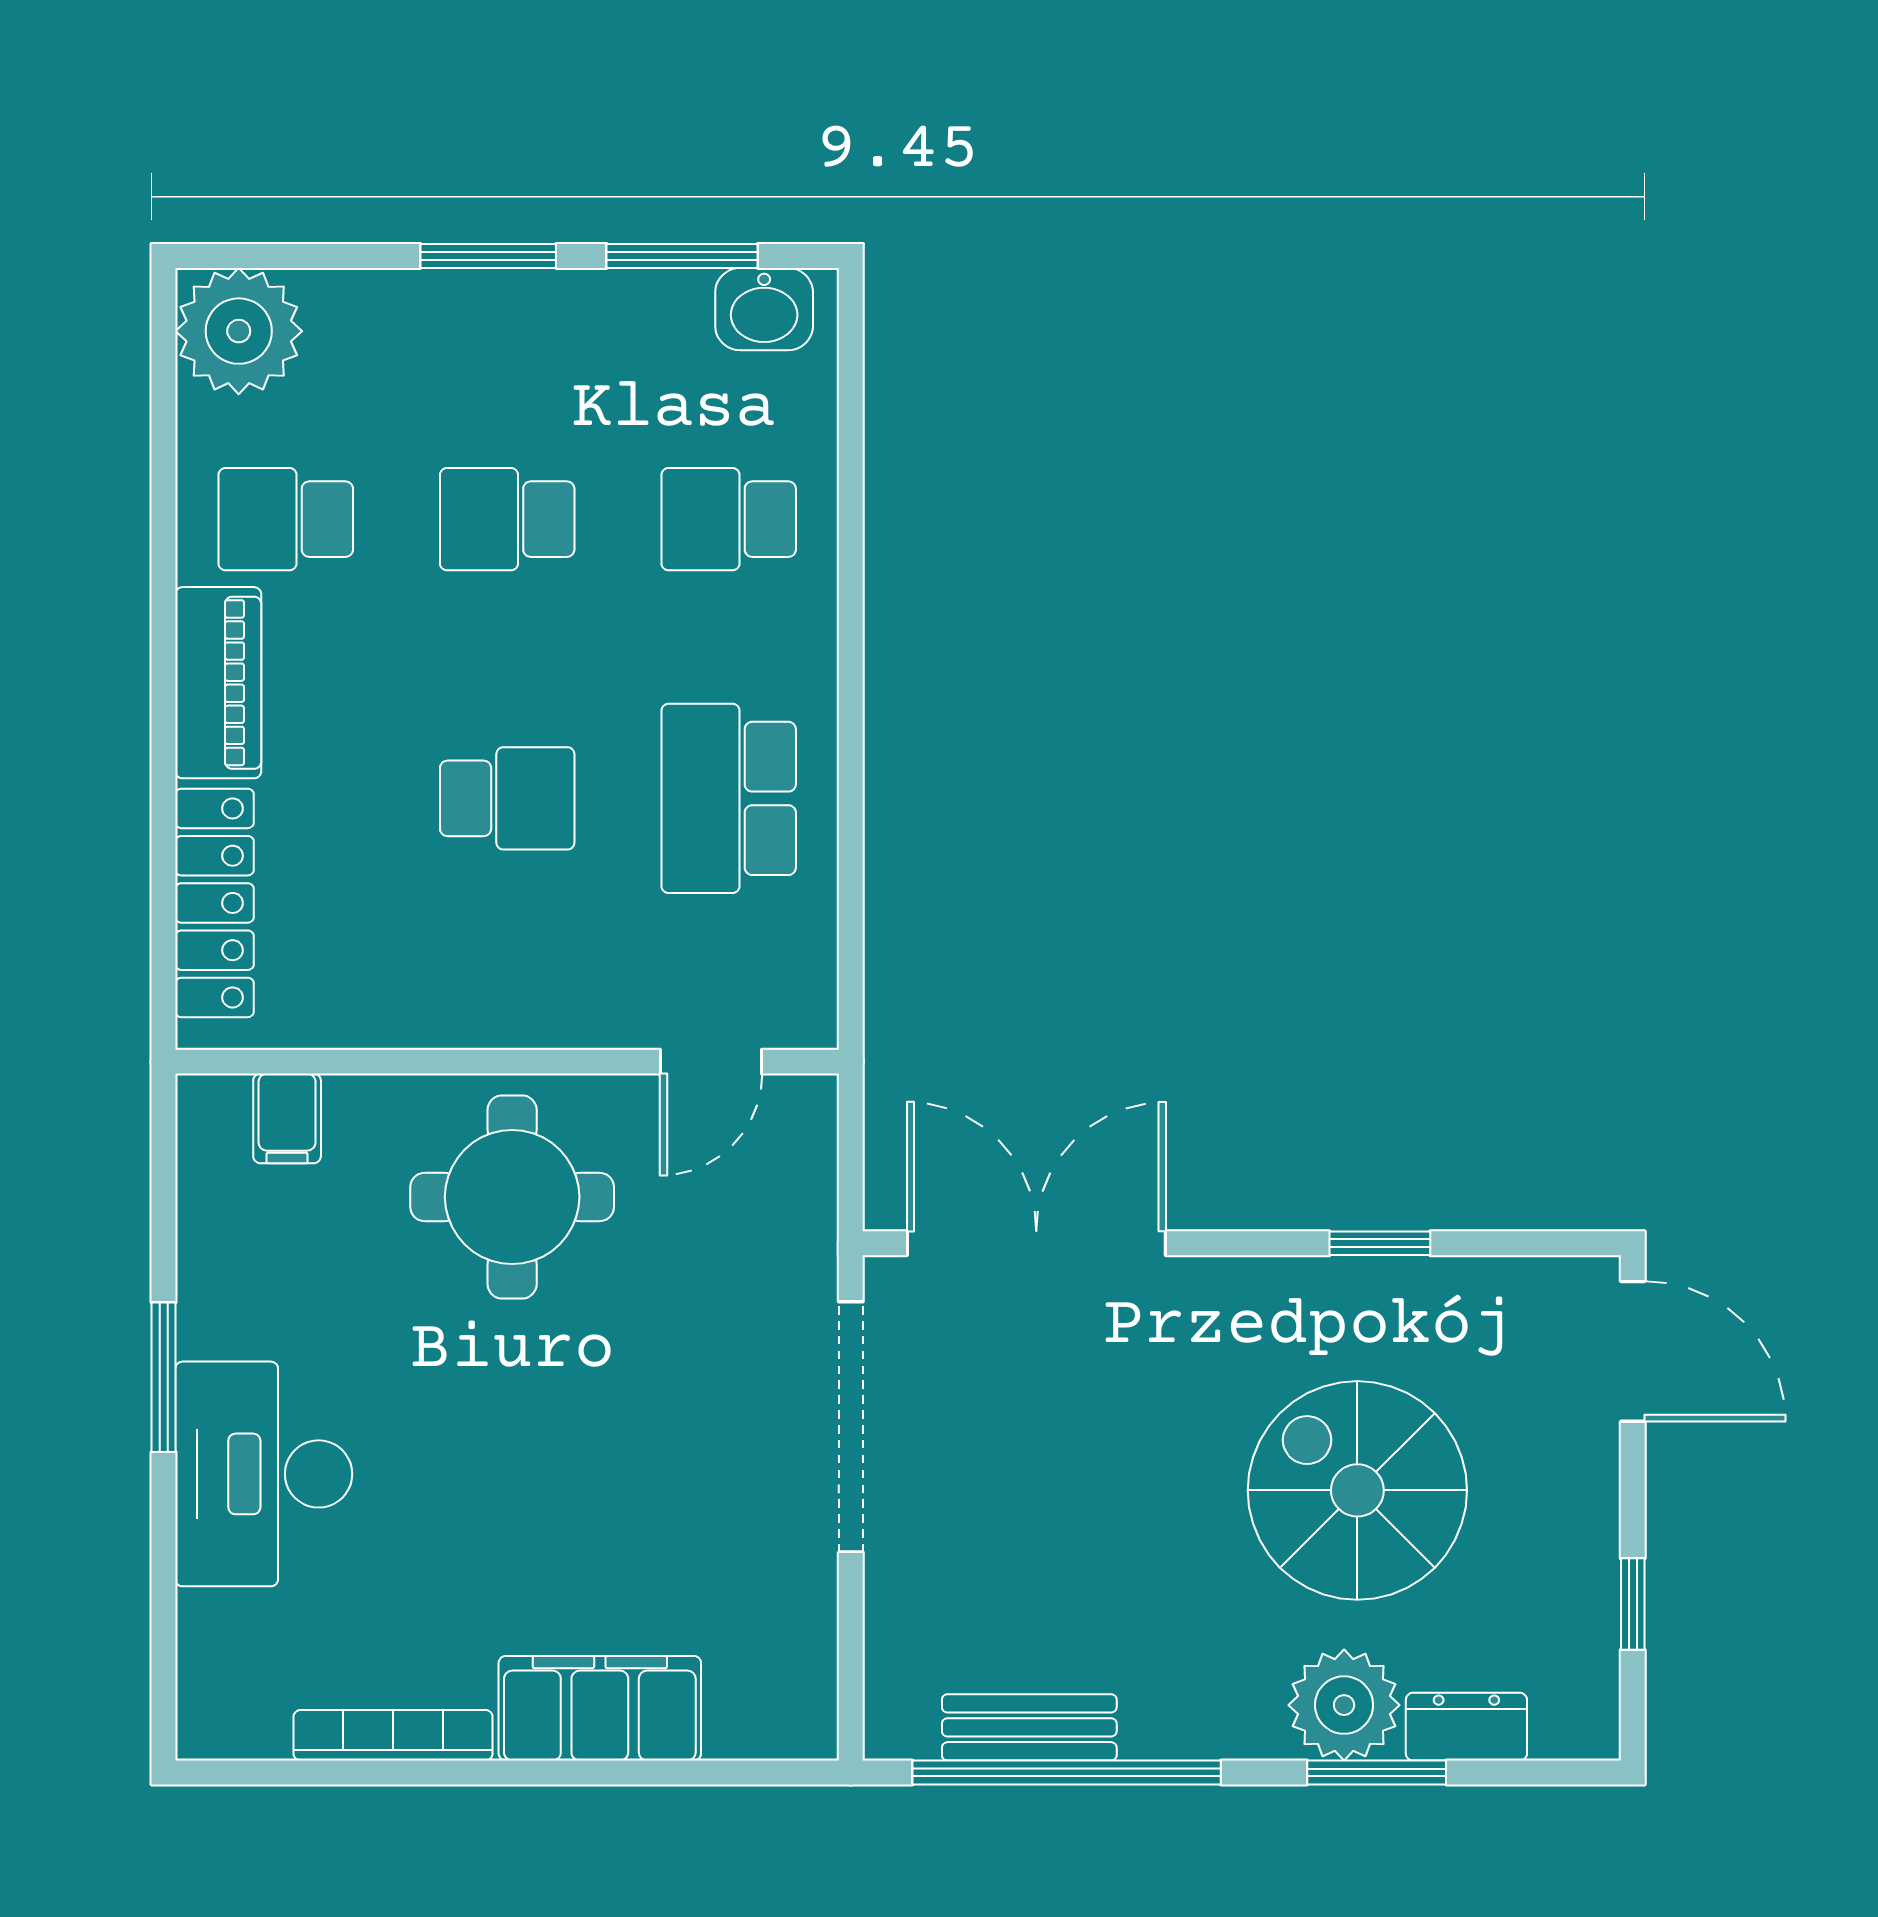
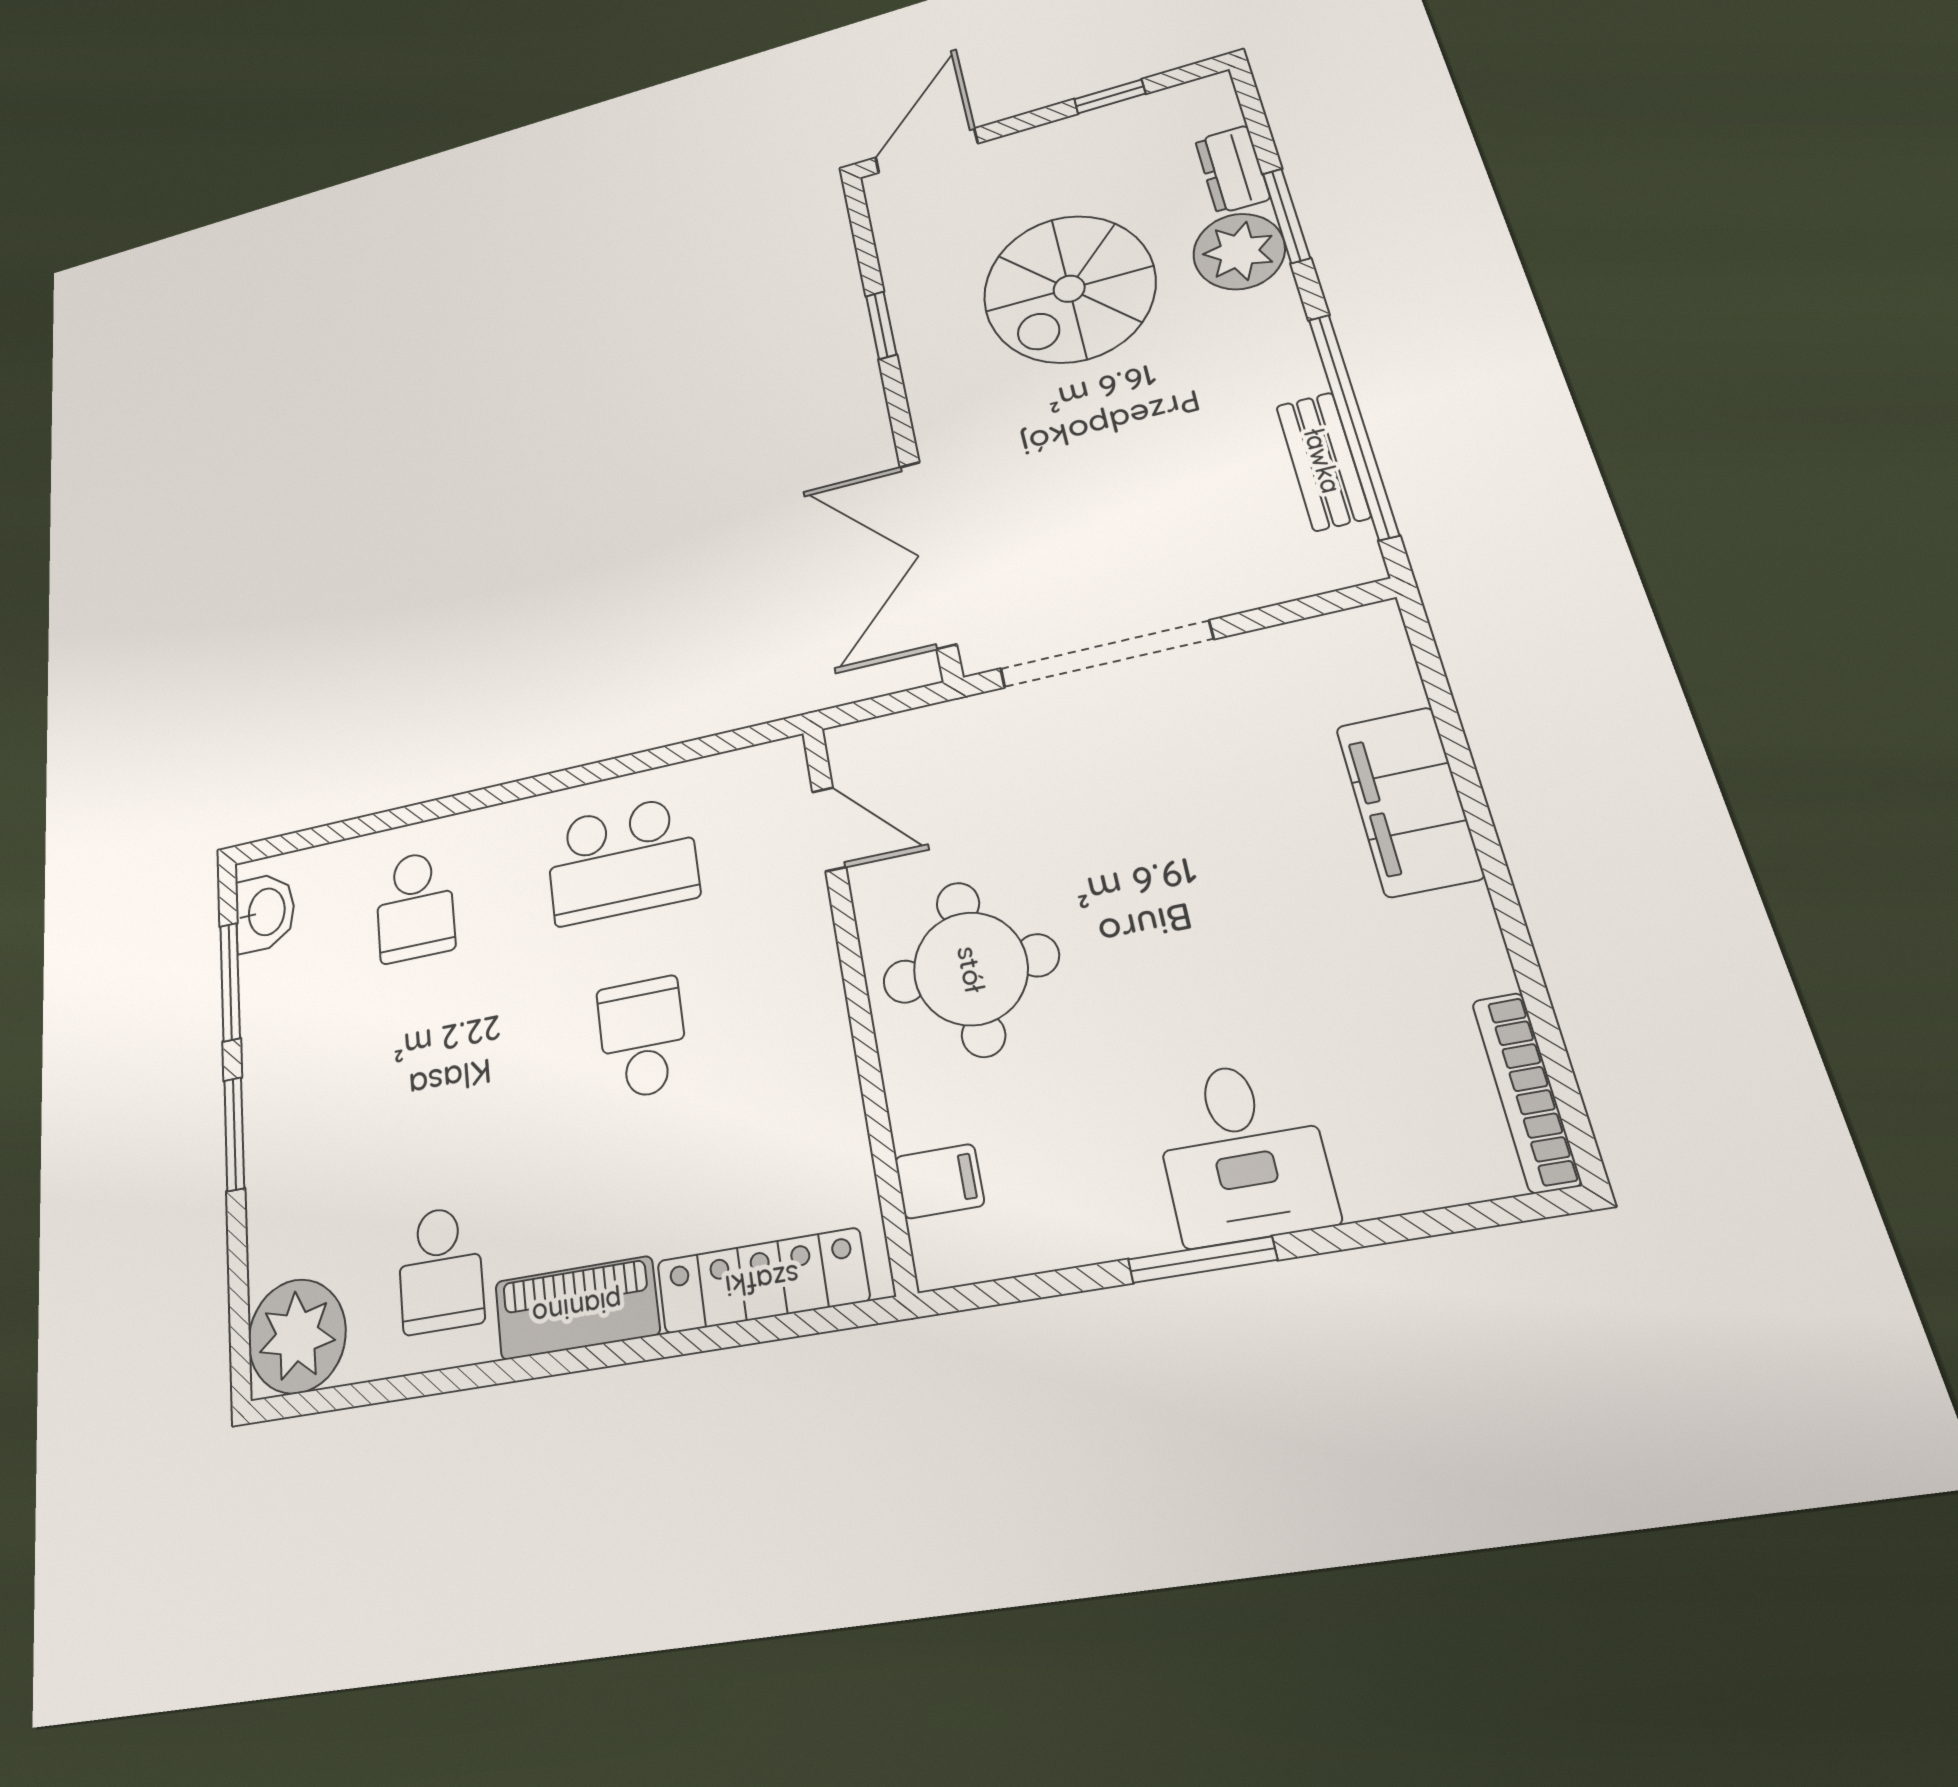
school desk: (507, 519) -> (427, 1080), removed
desk: (264, 1474) -> (1242, 1152), width x0.73
bookcase: (393, 1735) -> (1526, 1092), moved

